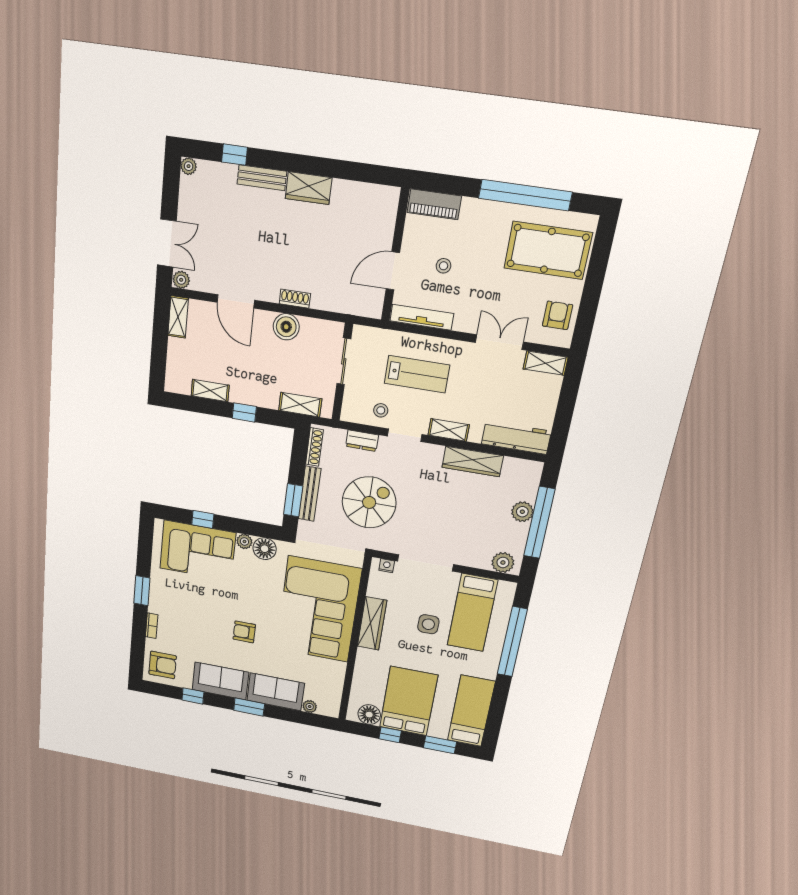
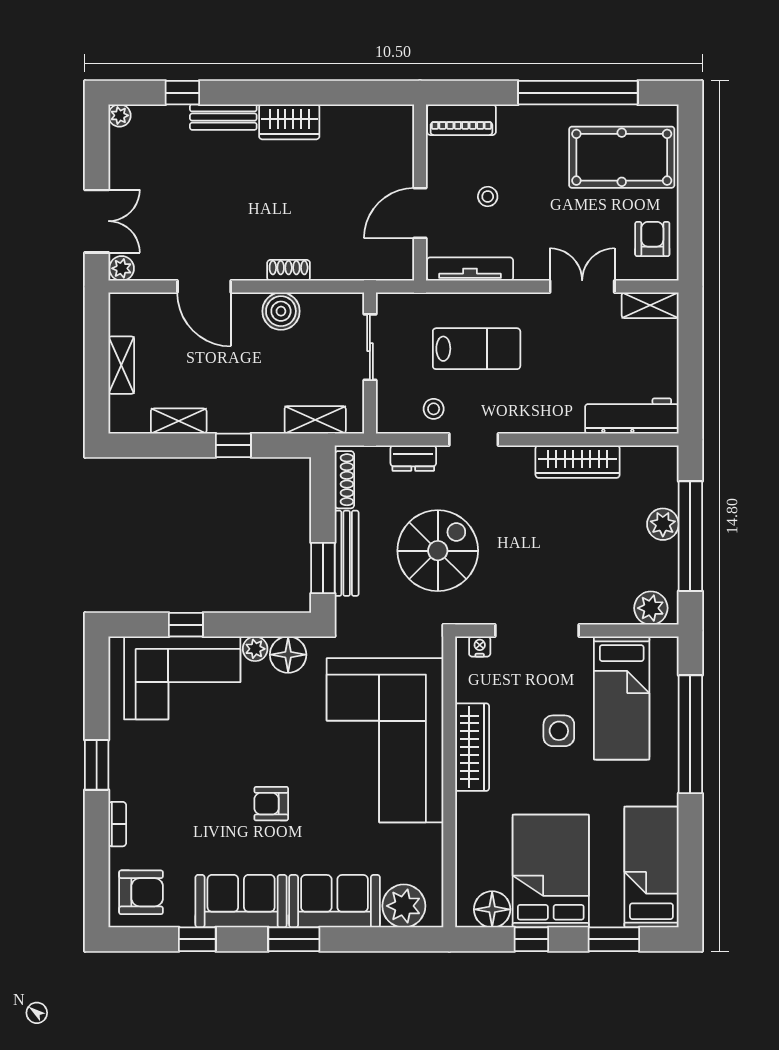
shelving: (178, 317) -> (121, 365), moved
shelving: (449, 430) -> (535, 421), removed
plant: (310, 707) -> (404, 906), width x1.88, depth x1.88

